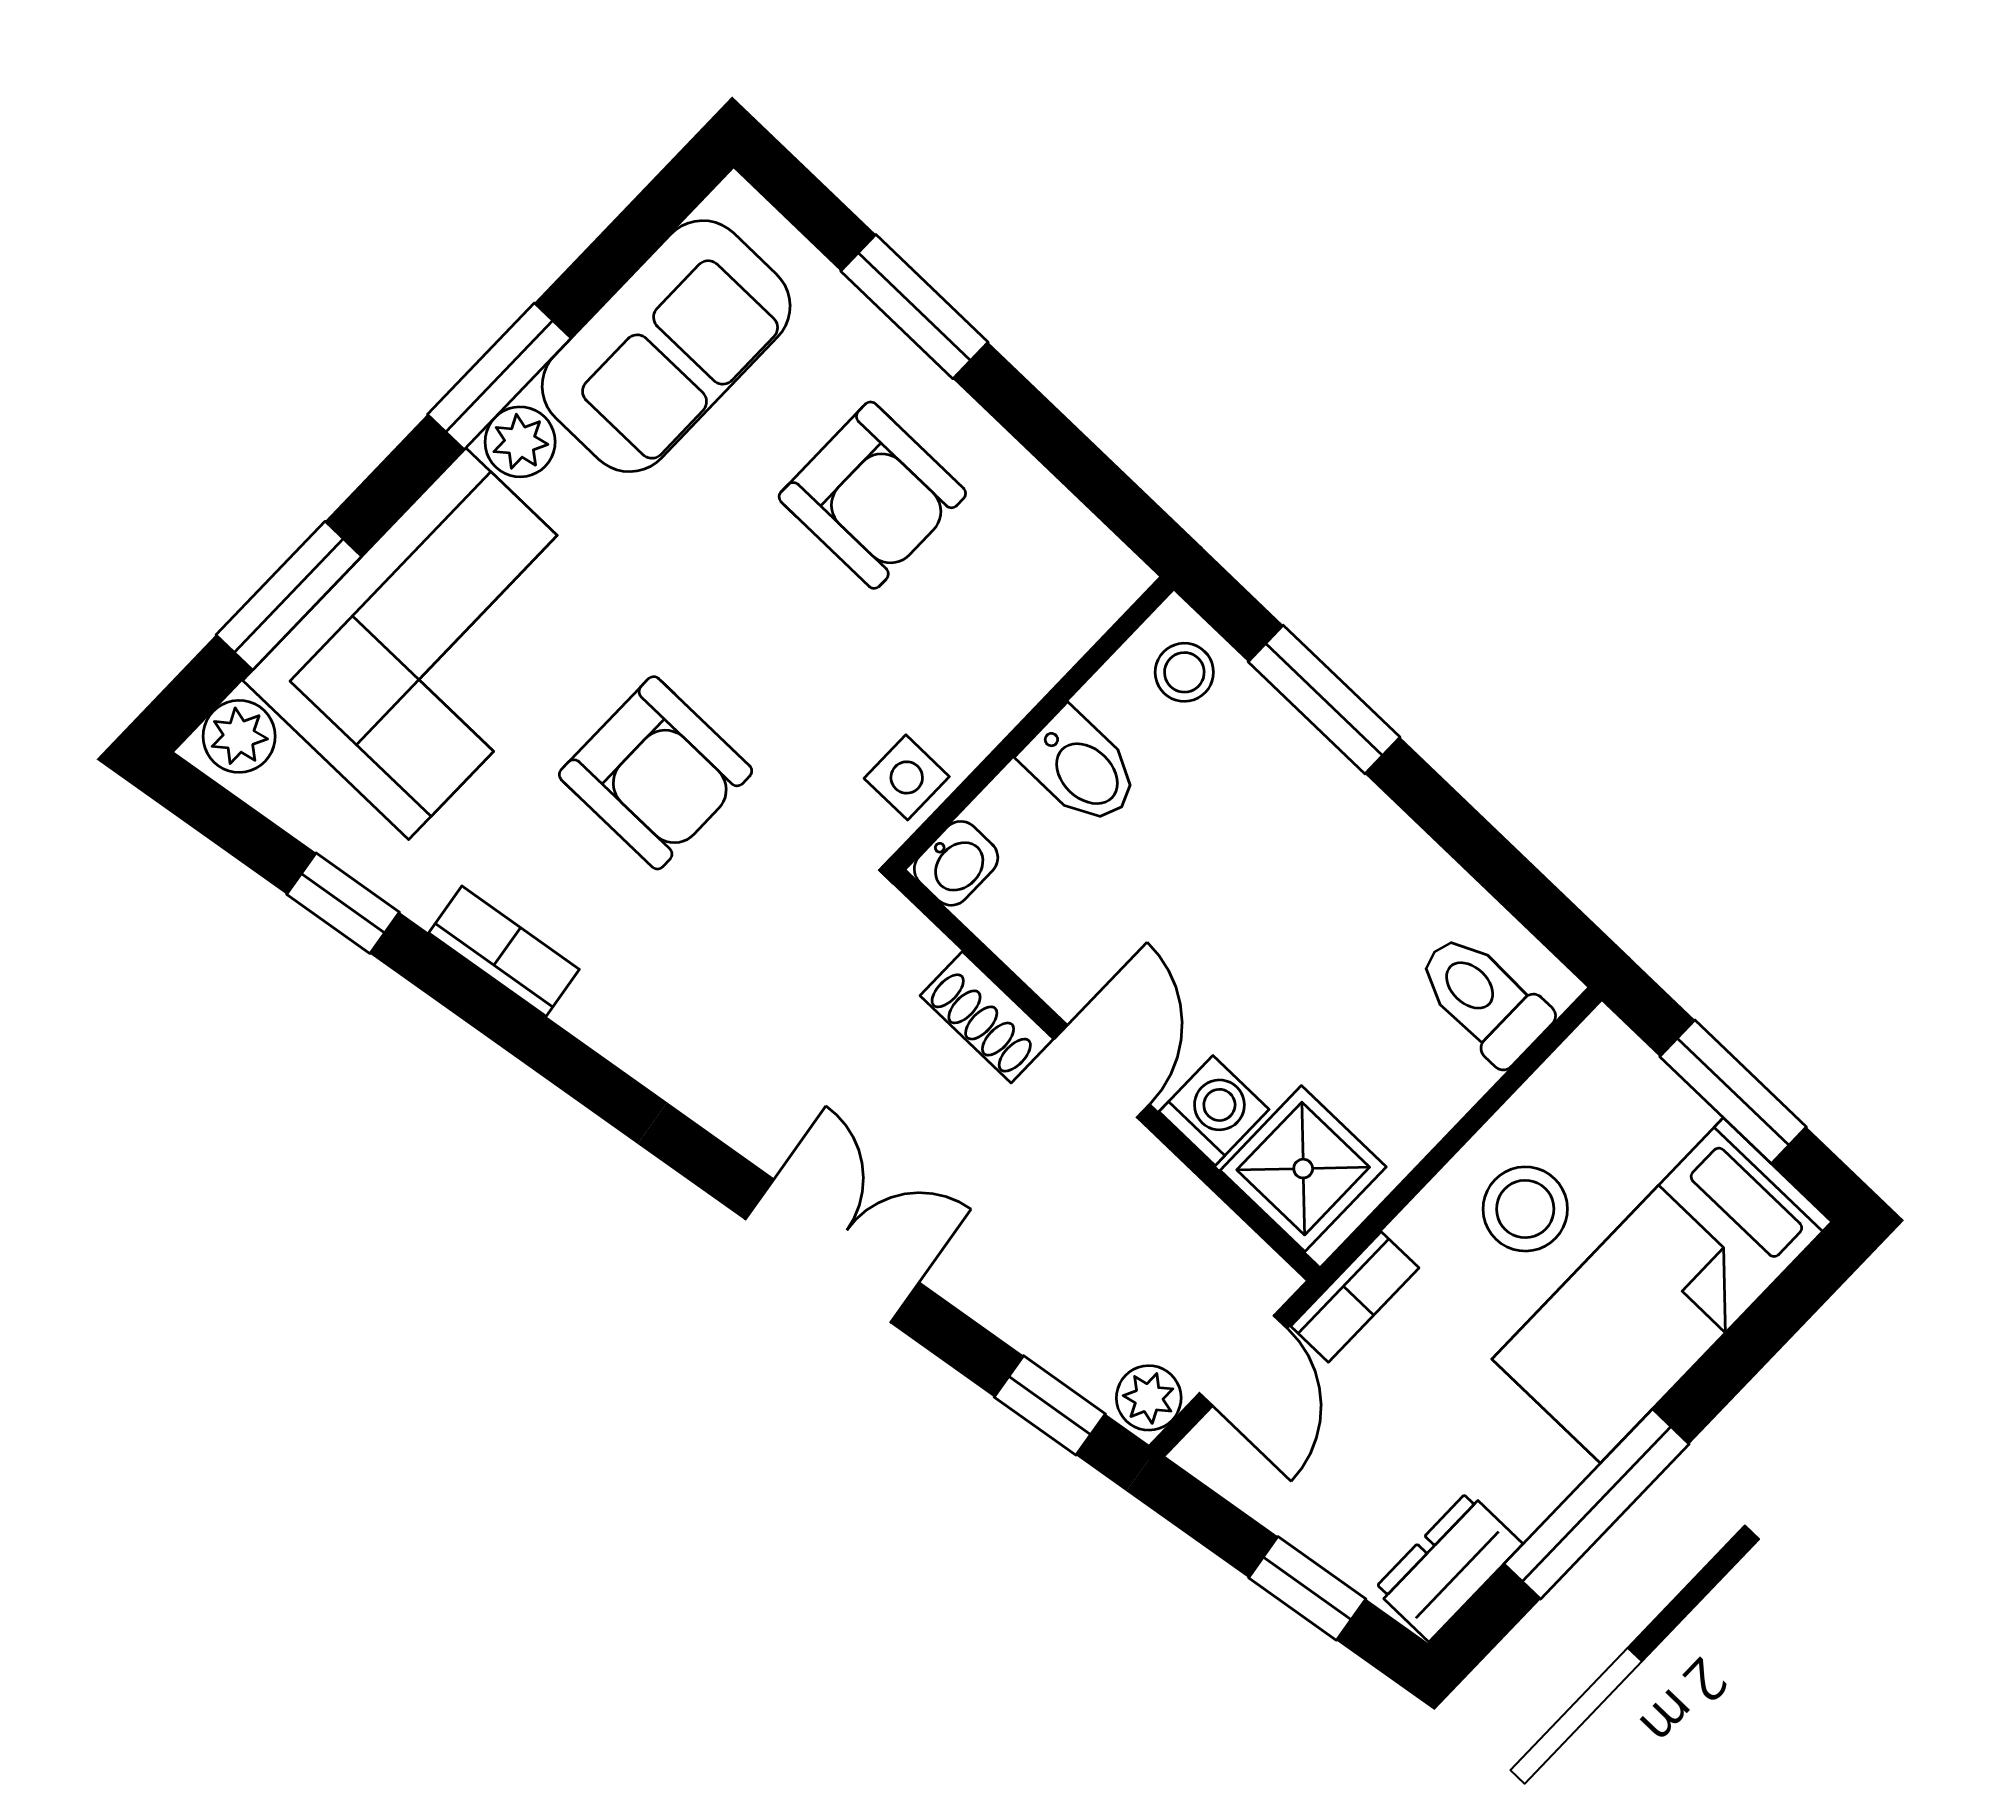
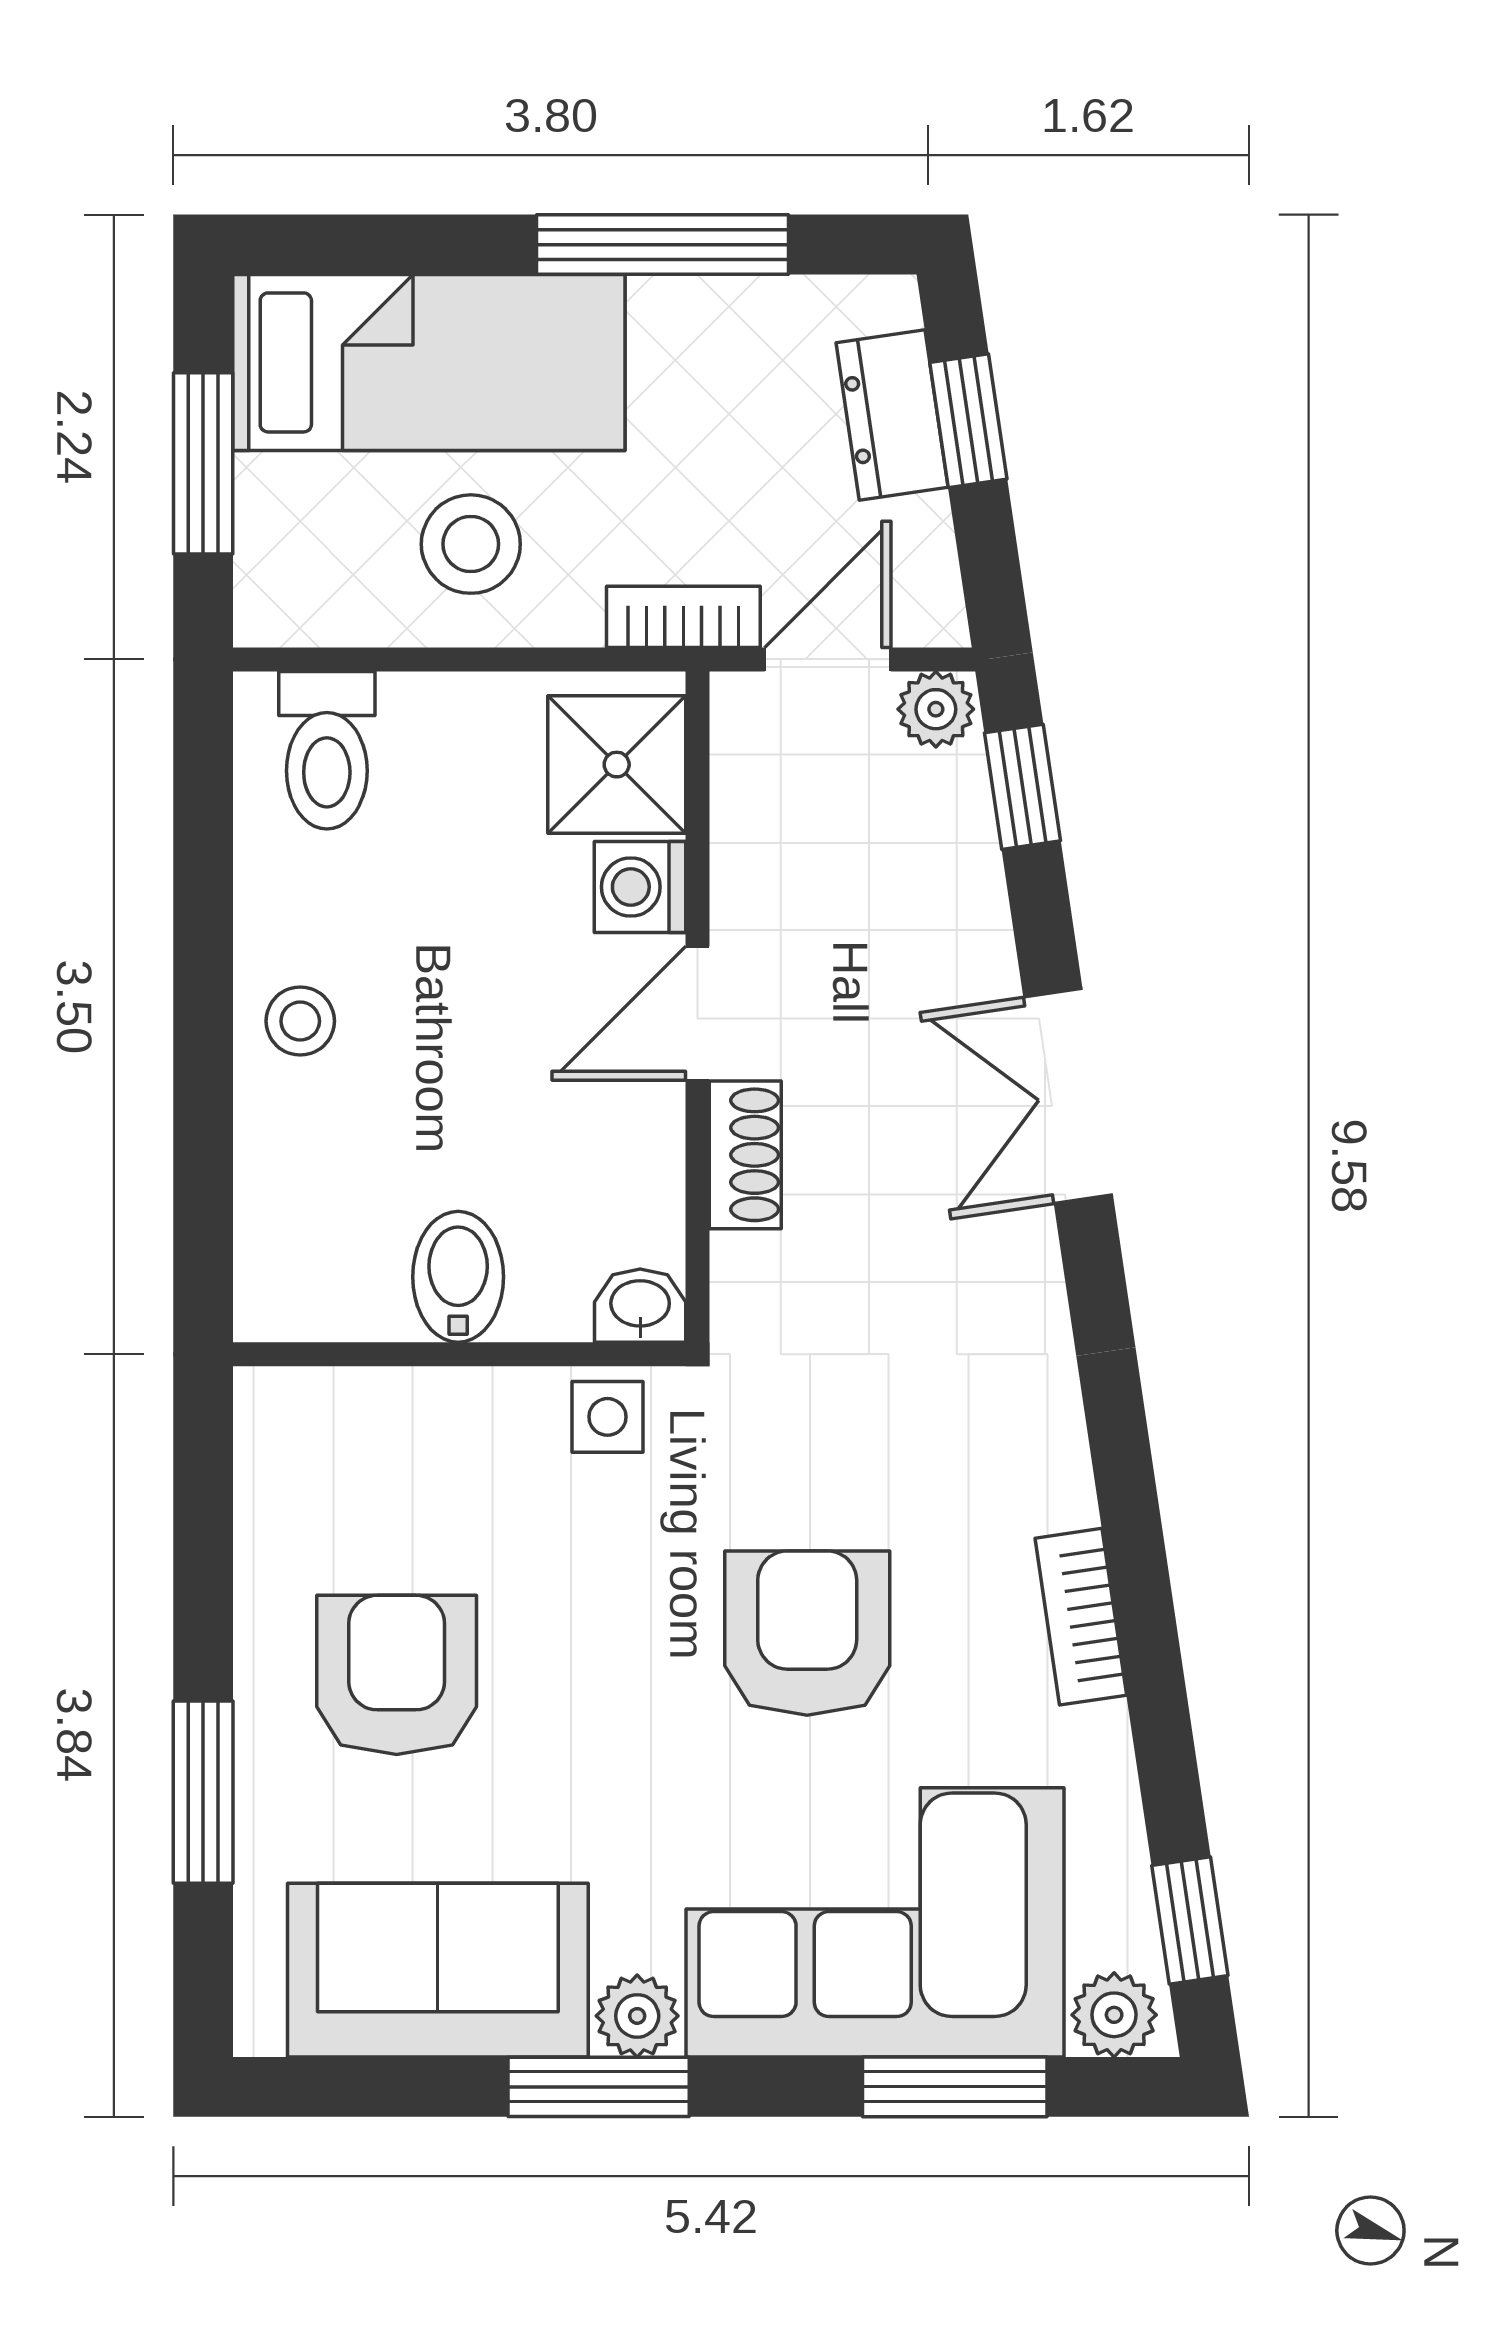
stool: (1184, 672) -> (300, 1021), moved
window: (1324, 700) -> (203, 1127), removed
window: (343, 903) -> (1190, 1921), moved
dresser: (1448, 1566) -> (892, 415), moved, turned 82

